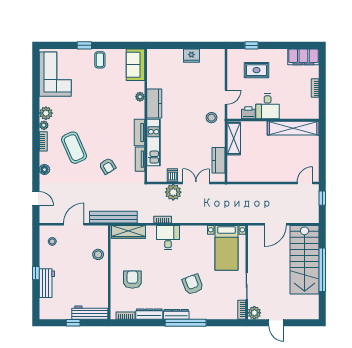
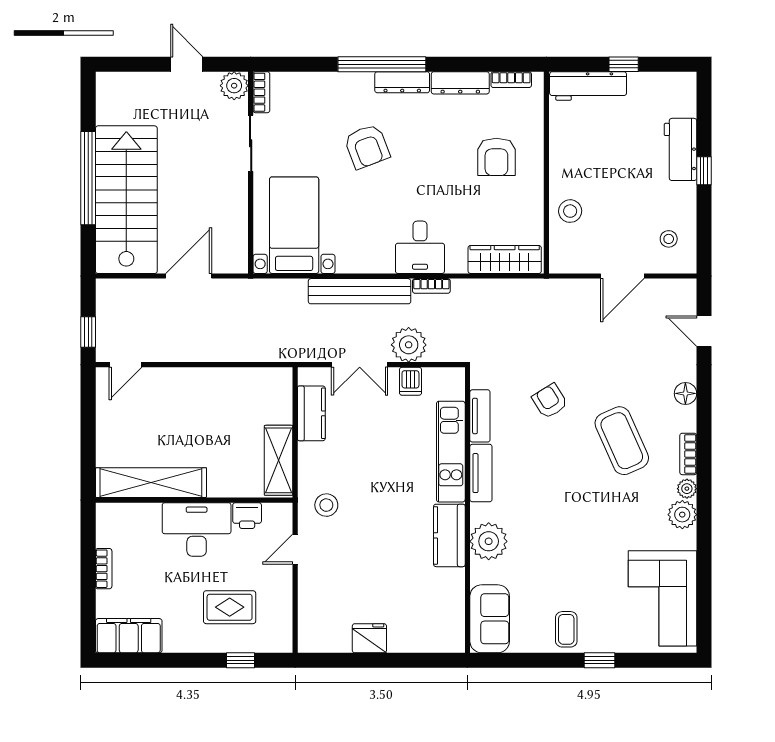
plant: (140, 97) -> (489, 541), width x1.88, depth x1.88
desk: (268, 106) -> (197, 530), width x1.37
bench: (113, 217) -> (360, 291), moved

